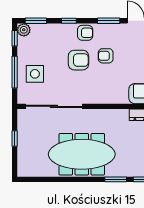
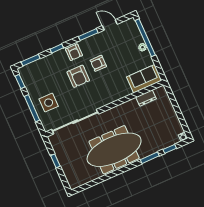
plant: (24, 30) -> (24, 72), removed
armchair: (85, 33) -> (74, 52), turned 90
armchair: (78, 60) -> (78, 76), turned 90

